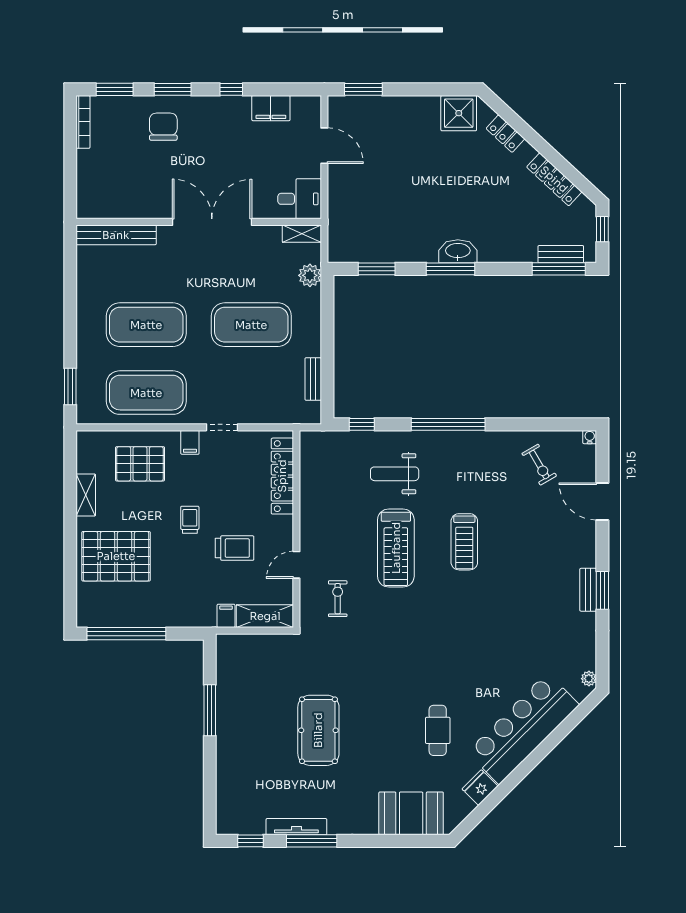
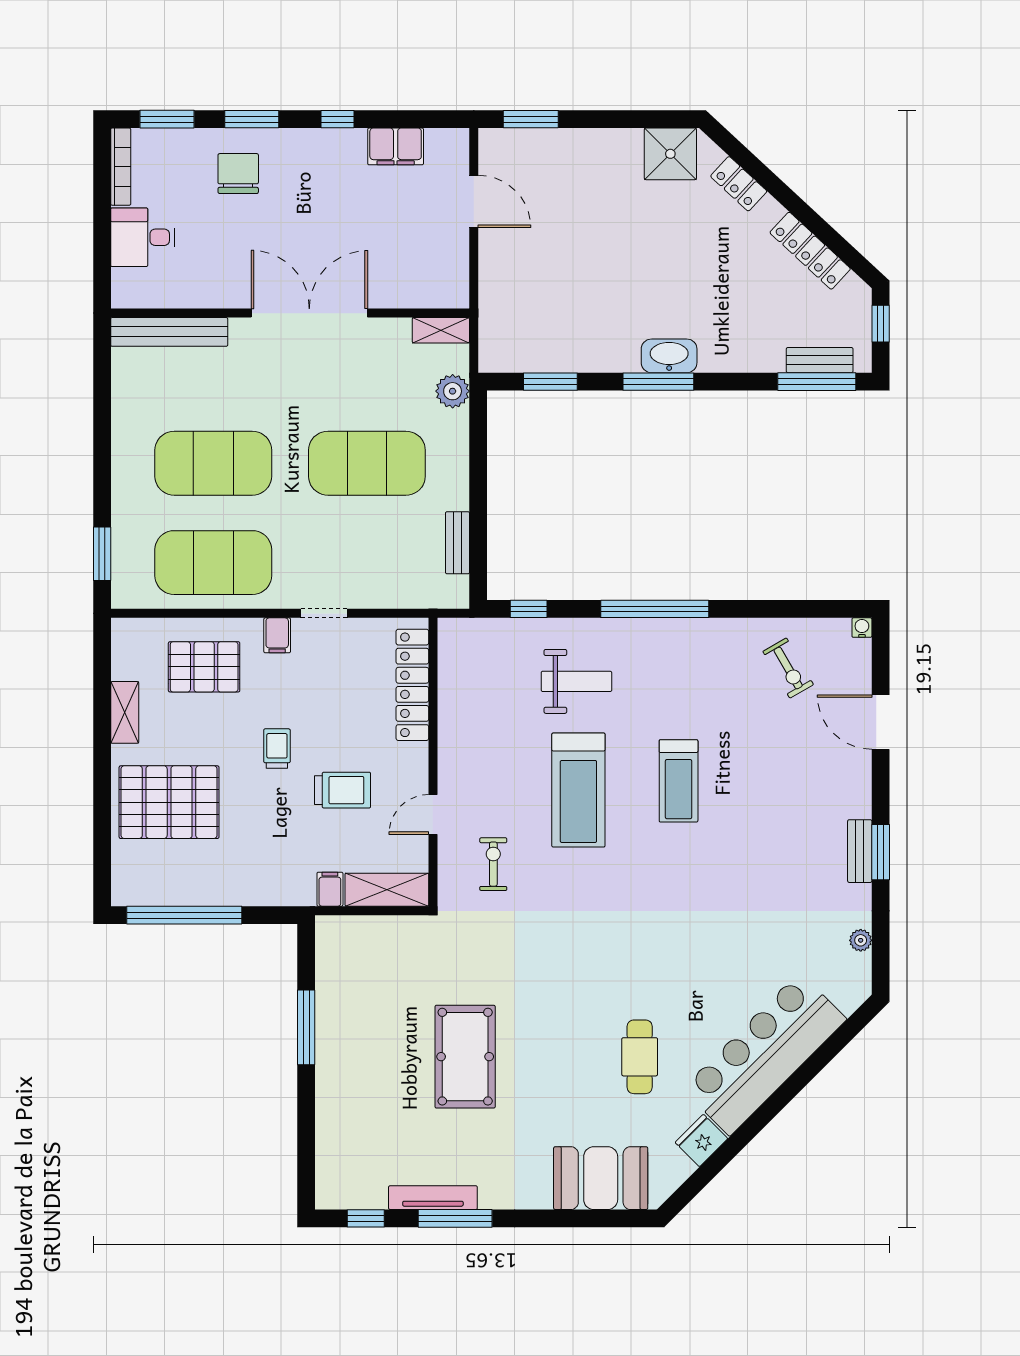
desk: (300, 199) -> (143, 237), moved, turned 180
weight bench: (395, 474) -> (576, 681), turned 180
plant: (589, 679) -> (861, 940), moved

